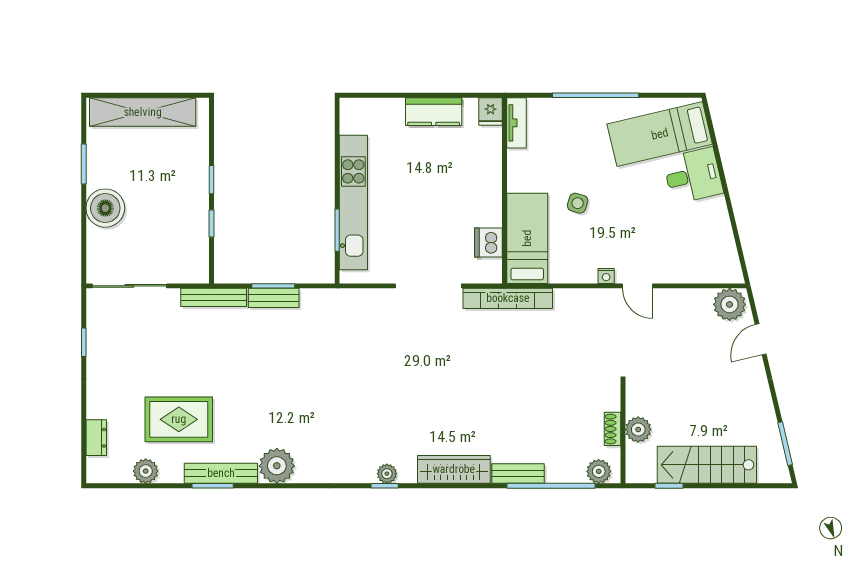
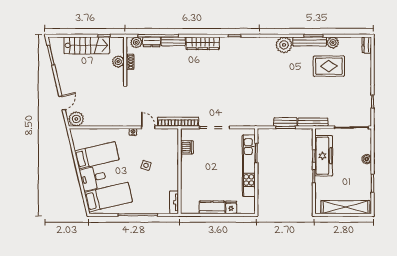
fridge: (491, 111) -> (231, 207), moved
boiler: (105, 208) -> (367, 159), width x0.54, depth x0.54
freezer: (190, 224) -> (324, 156), added
bed: (527, 238) -> (97, 155), moved, turned -103
door: (637, 286) -> (148, 127), moved
dresser: (96, 438) -> (367, 45), moved
plant: (146, 471) -> (333, 42), moved
dresser: (565, 473) -> (152, 42), added
plant: (387, 474) -> (233, 41), removed

